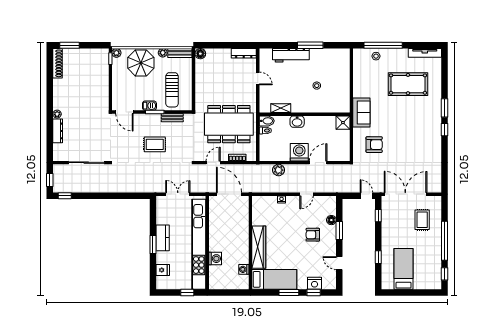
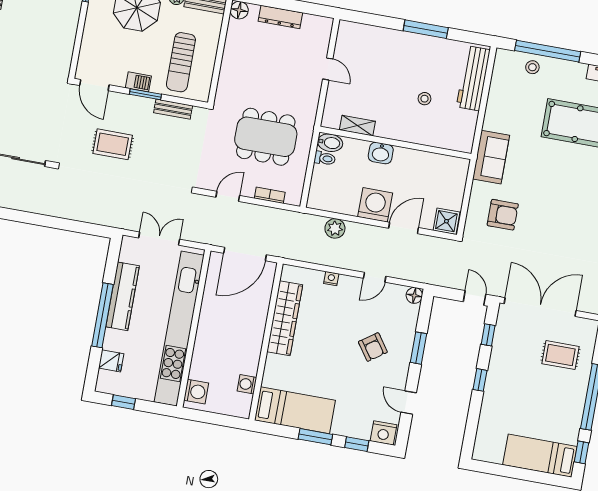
dresser: (244, 53) -> (280, 17), moved
workbench: (291, 55) -> (473, 78), moved, turned 90
shower: (343, 123) -> (446, 221), moved
dining table: (229, 124) -> (266, 137), width x0.73, depth x0.80
rug: (155, 144) -> (113, 144), moved
door: (229, 194) -> (245, 254), swing flipped
floor lamp: (331, 220) -> (414, 295), moved
rug: (422, 220) -> (560, 355), turned 90
armchair: (313, 235) -> (373, 347), turned -125
kitchen counter: (163, 238) -> (123, 296), width x1.50
window: (153, 244) -> (102, 315), width x2.11
wardrobe: (259, 247) -> (285, 318), moved
window: (378, 257) -> (480, 380), moved
washing machine: (215, 259) -> (196, 392), moved
bed: (404, 269) -> (540, 456), moved, turned -90
nightstand: (315, 283) -> (383, 433), moved
window: (187, 293) -> (124, 402), moved

